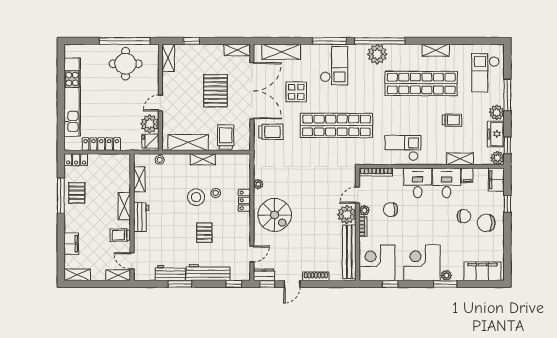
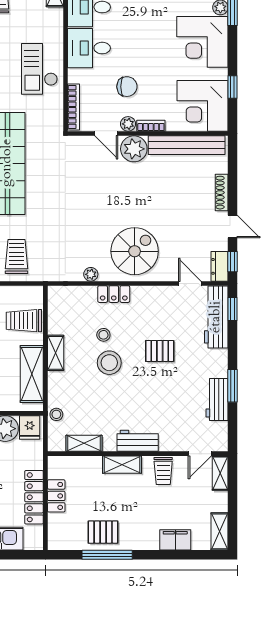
locker: (76, 160) -> (56, 496), moved
chair: (391, 210) -> (127, 87), turned -90
workbench: (208, 272) -> (216, 317), moved

